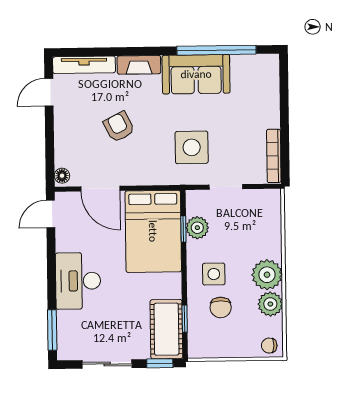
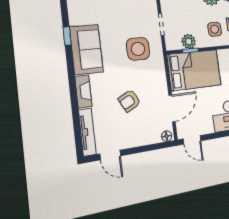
window: (216, 50) -> (67, 36), width x0.32

